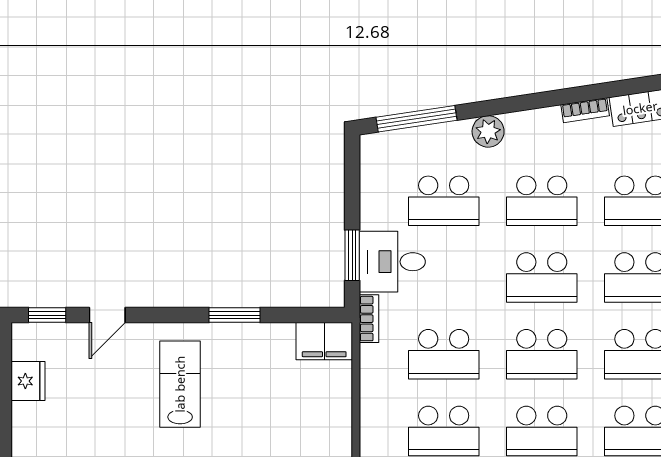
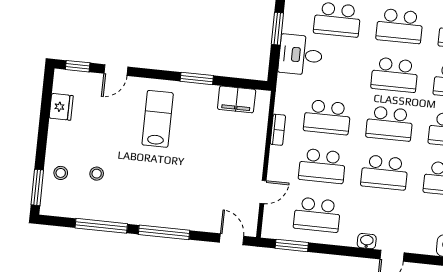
window: (352, 255) -> (277, 29), moved
bookcase: (369, 319) -> (278, 130), moved
filing cabinet: (324, 341) -> (237, 99), moved

